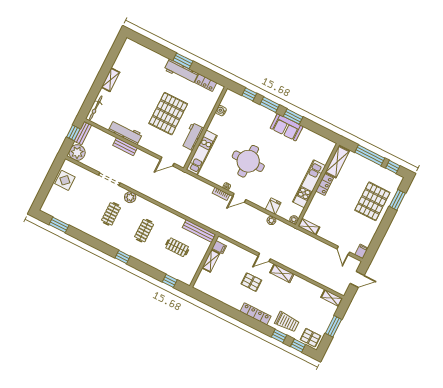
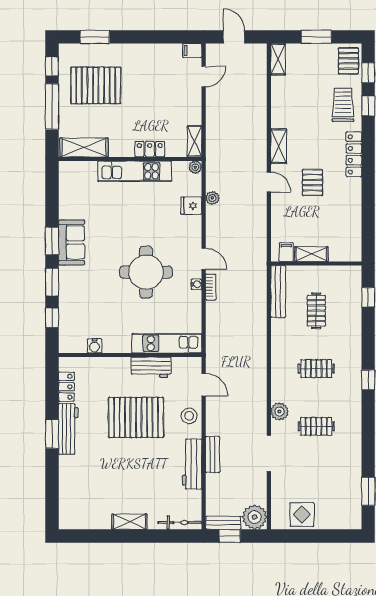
stool: (154, 144) -> (189, 416), added
locker: (325, 185) -> (150, 149), moved
pallet: (372, 201) -> (96, 85), moved

